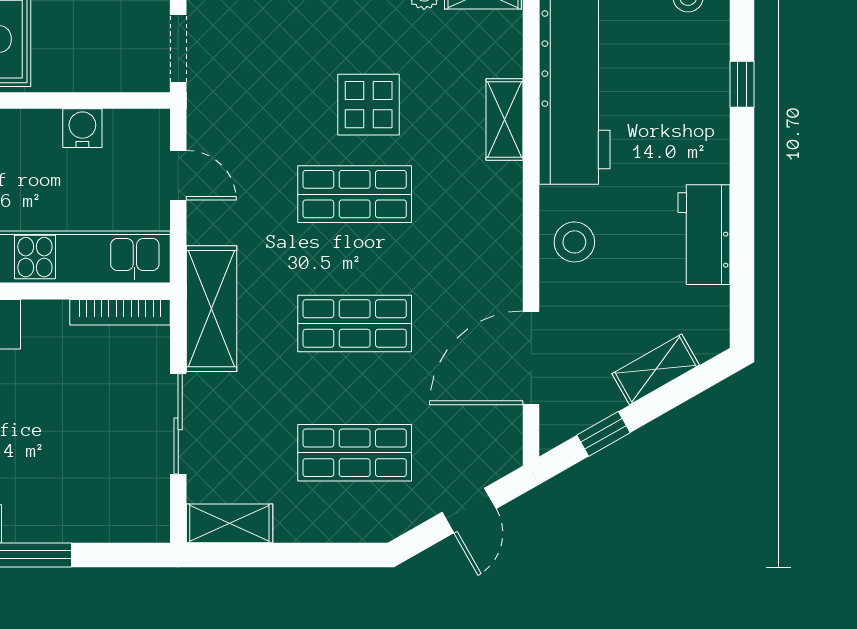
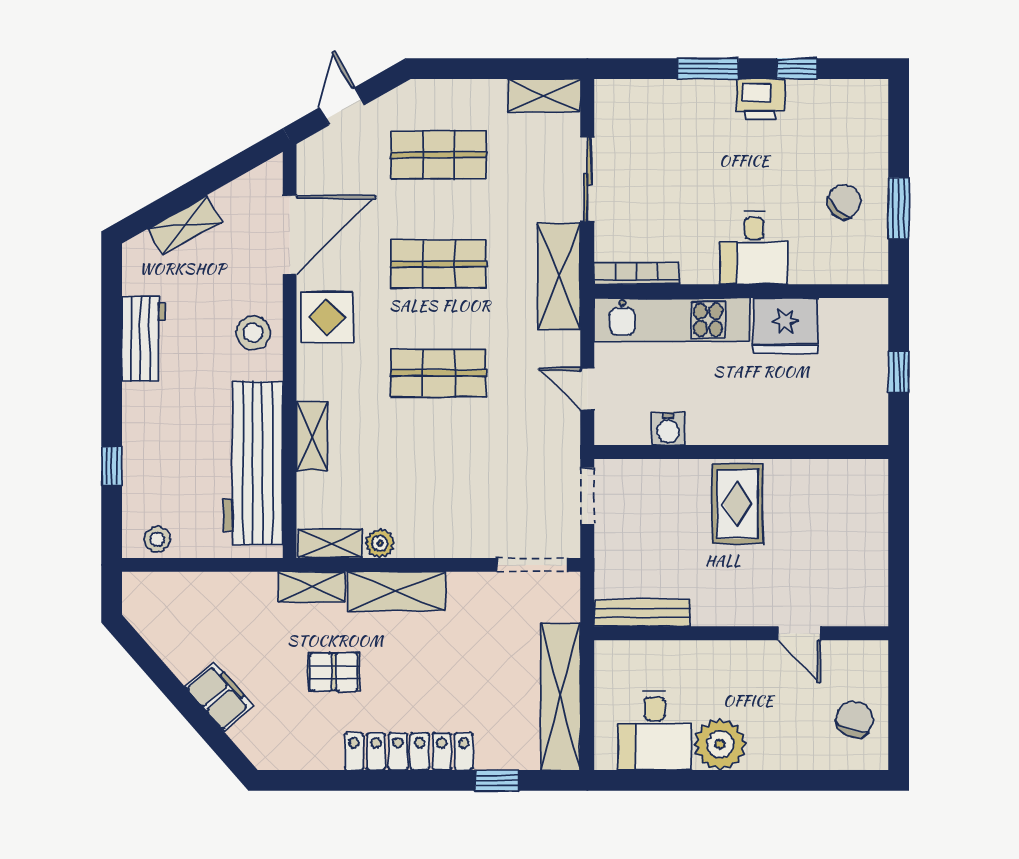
display table: (369, 105) -> (327, 317), moved
window: (604, 434) -> (229, 171), removed

